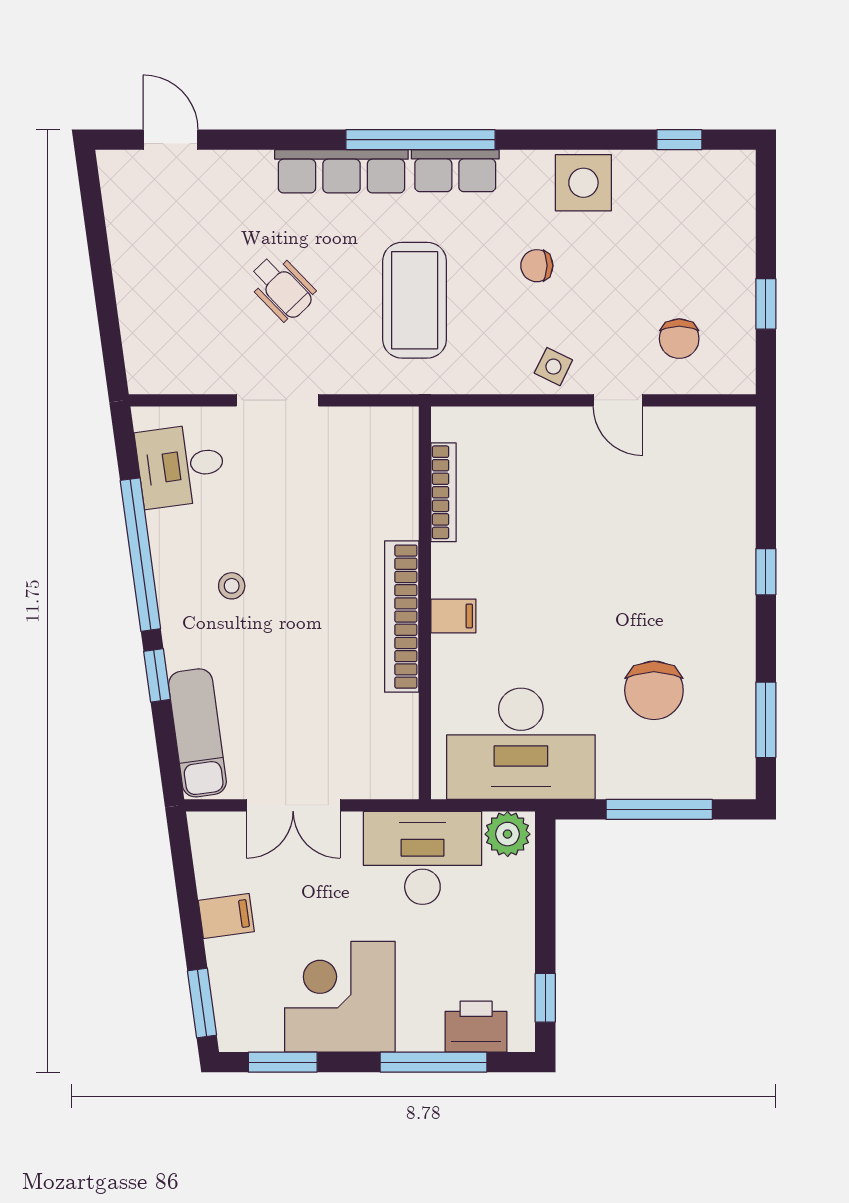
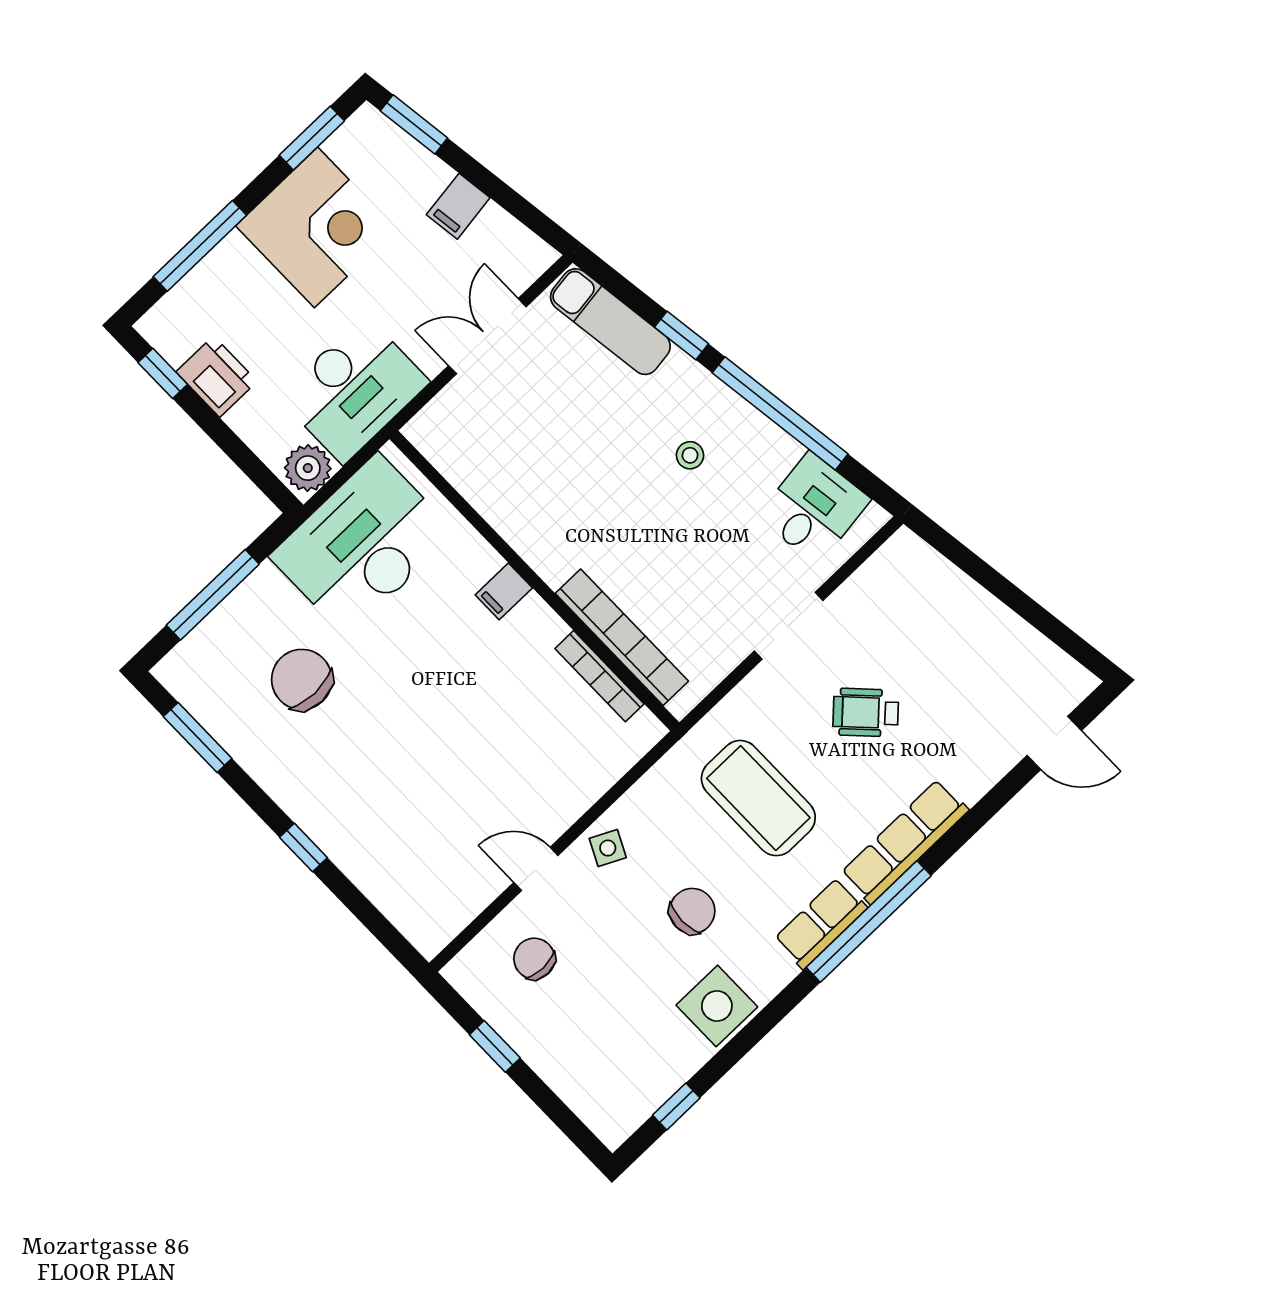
chair: (537, 266) -> (692, 911), width x1.37, depth x1.37
bookcase: (402, 617) -> (622, 637), moved
printer: (476, 1027) -> (217, 377), moved, turned -90

